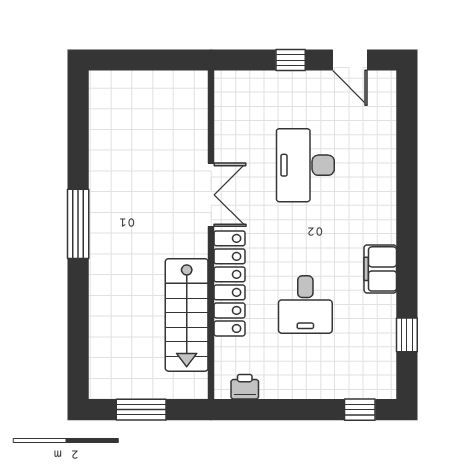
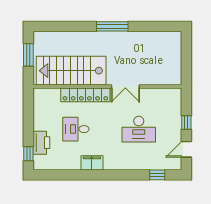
desk: (305, 165) -> (139, 129), turned 180
stairs: (187, 315) -> (71, 71), width x1.36, depth x1.51
window: (407, 335) -> (157, 175), moved
printer: (245, 387) -> (41, 143), moved, width x1.87, depth x1.48

